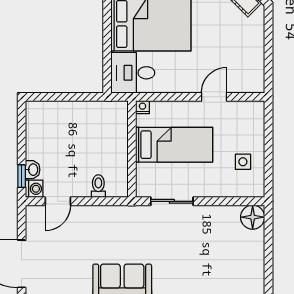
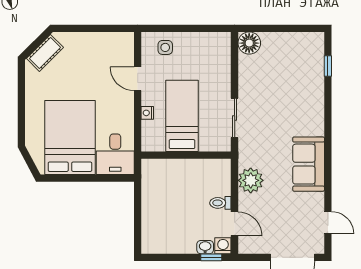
nightstand: (143, 107) -> (147, 113), moved
side table: (243, 162) -> (165, 47), moved
toilet: (98, 186) -> (220, 203), moved
plant: (105, 219) -> (251, 180), added

